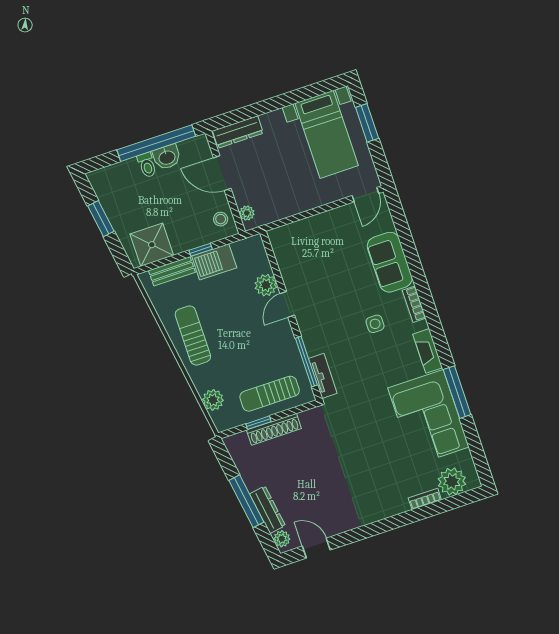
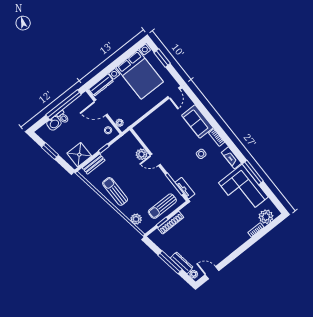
bed with nightstands: (327, 134) -> (140, 75), width x1.36
washbasin: (167, 157) -> (54, 123), moved
barbecue: (214, 262) -> (112, 152), removed
door: (287, 304) -> (155, 160), hinge flipped

